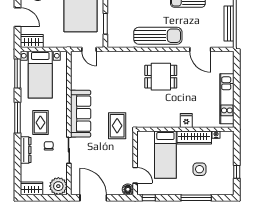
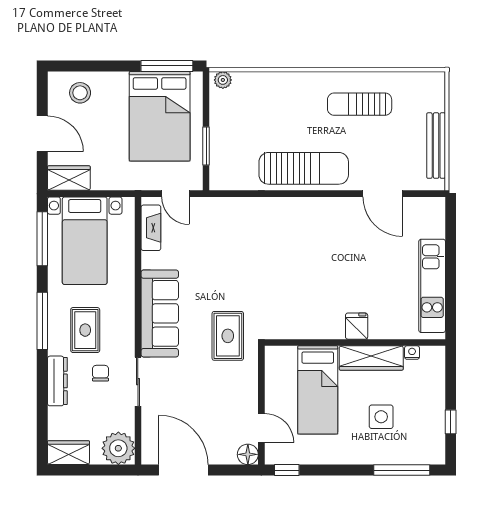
fireplace: (76, 68) -> (151, 228), added
dining table: (161, 77) -> (309, 244), removed
window: (196, 198) -> (402, 470), moved

